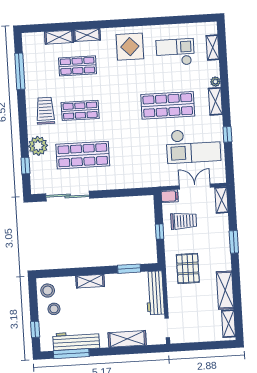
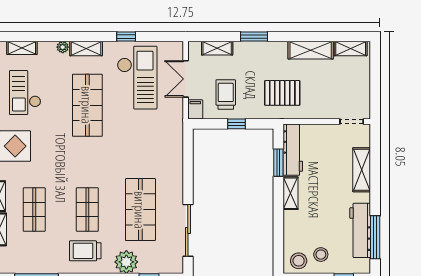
shelving: (221, 200) -> (217, 48), moved
shelving: (90, 281) -> (291, 193), moved
workbench: (155, 293) -> (293, 150), moved, turned -90

